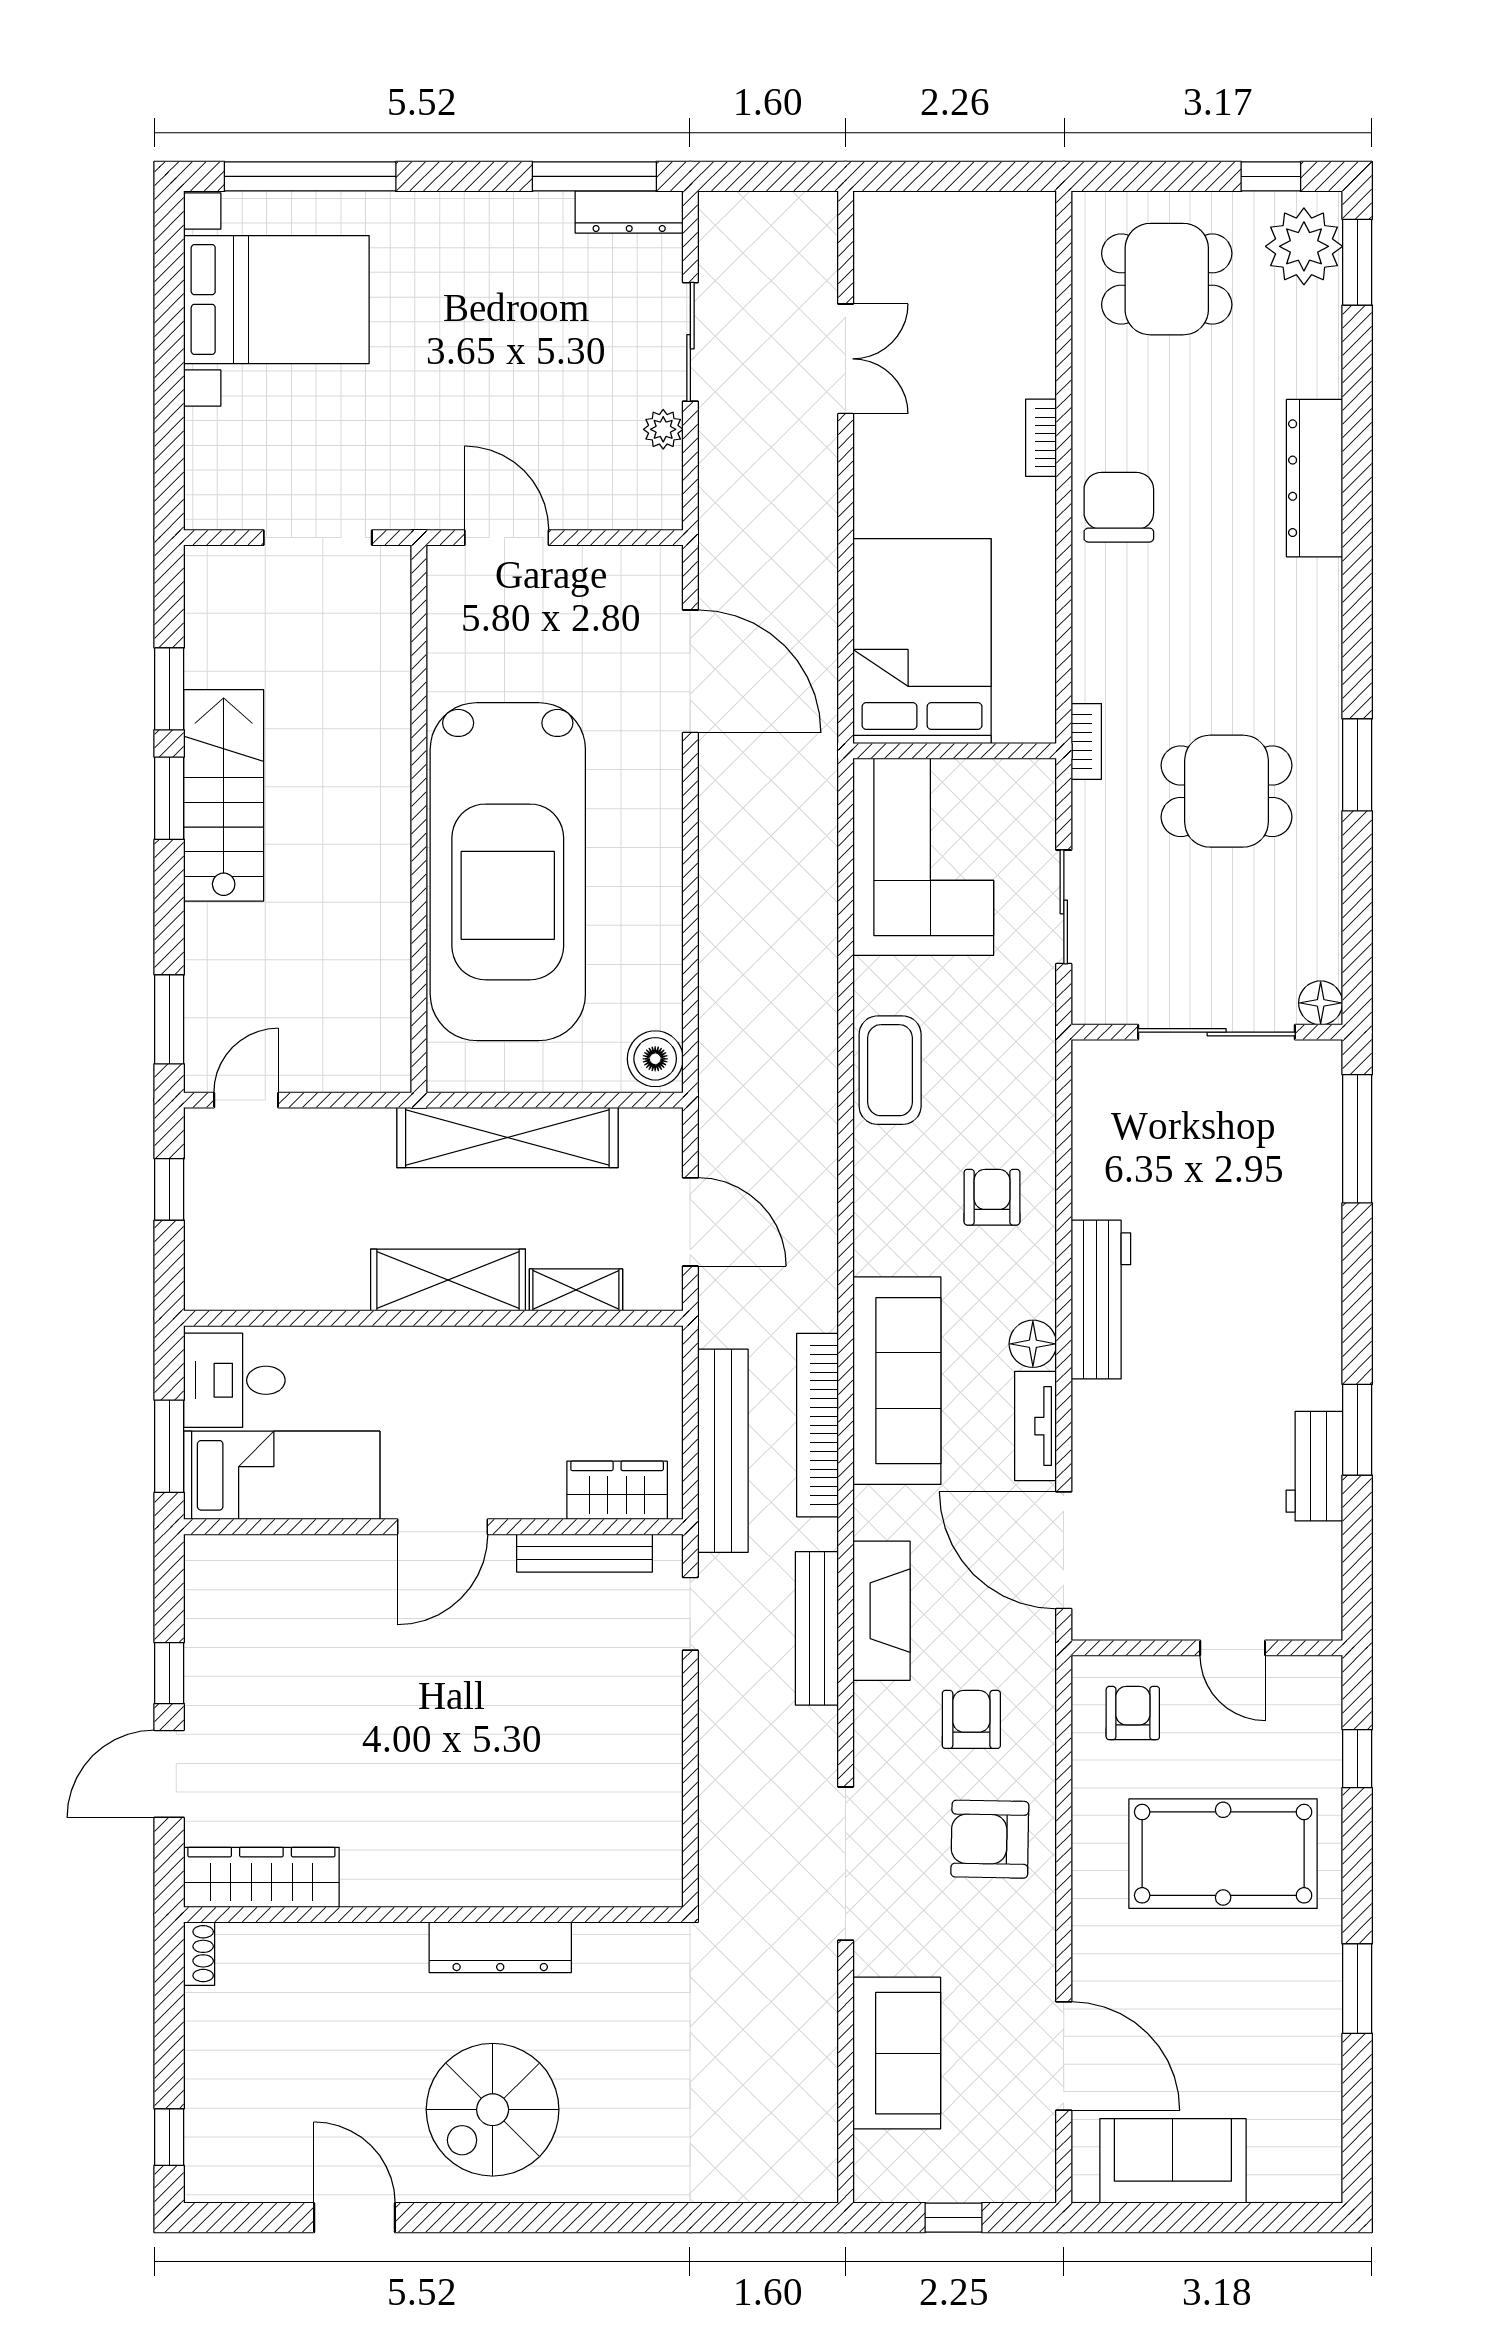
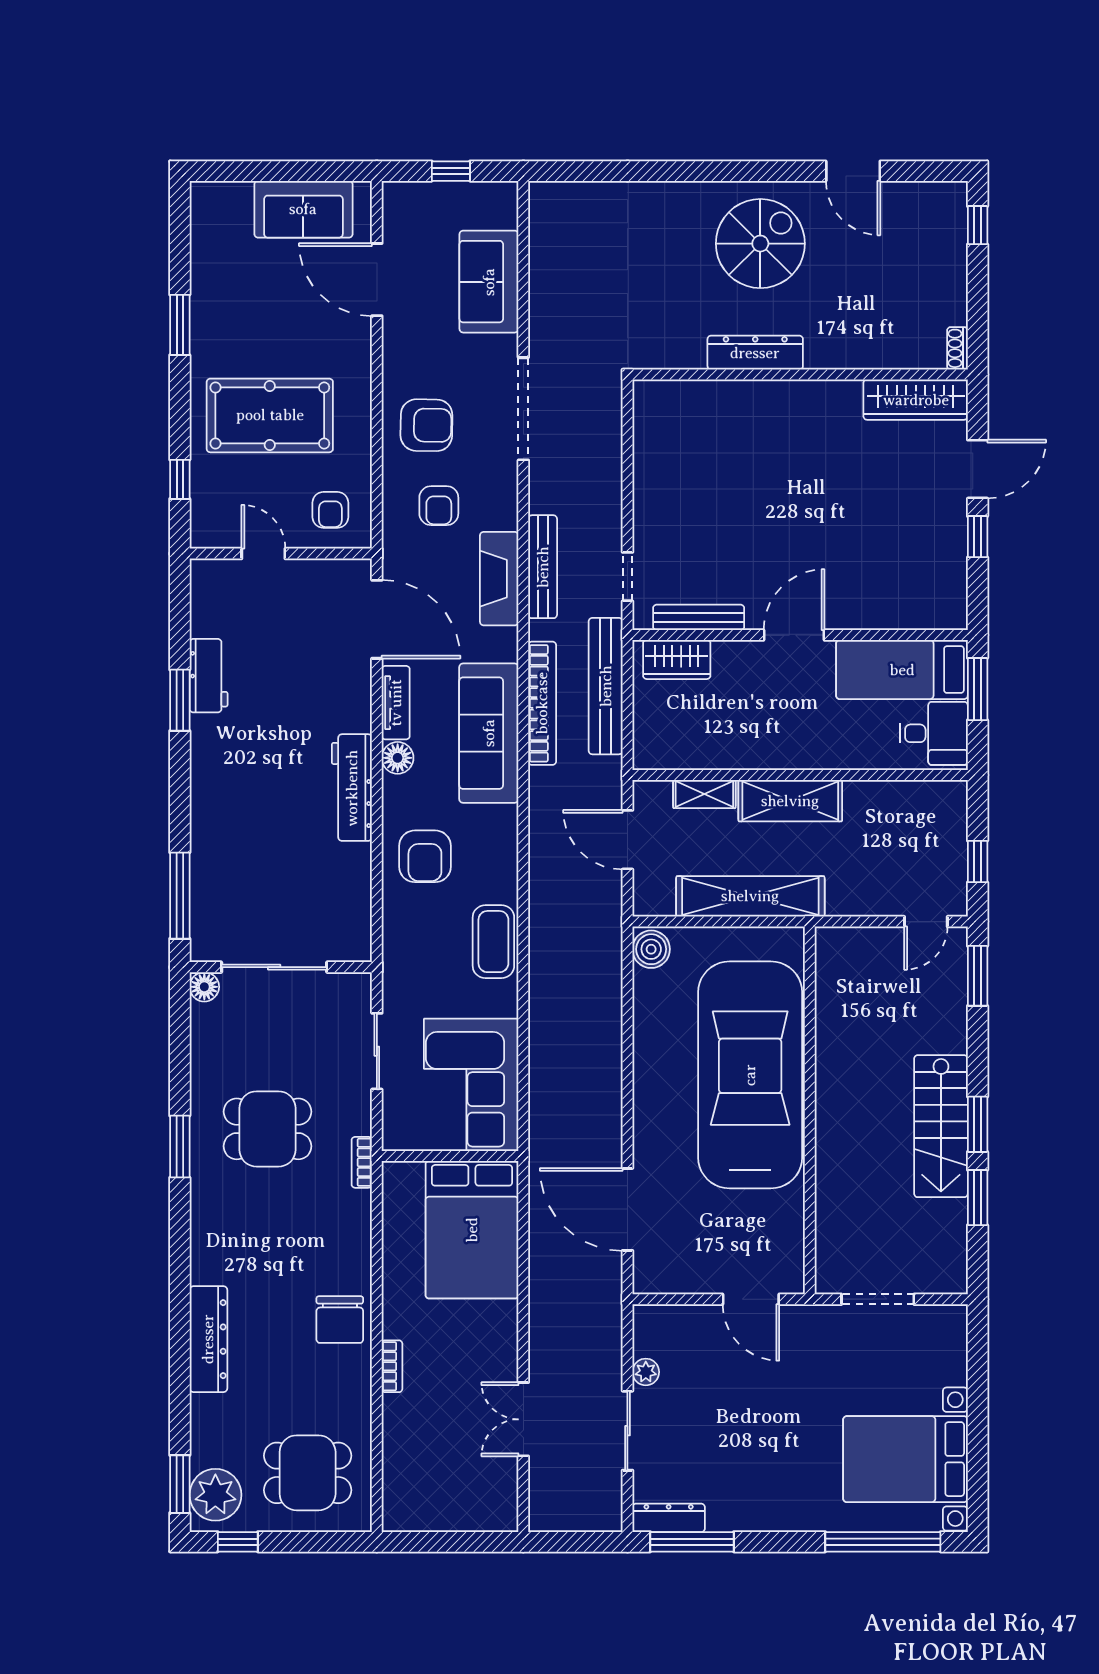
armchair: (992, 1197) -> (425, 856), width x1.38, depth x1.38

